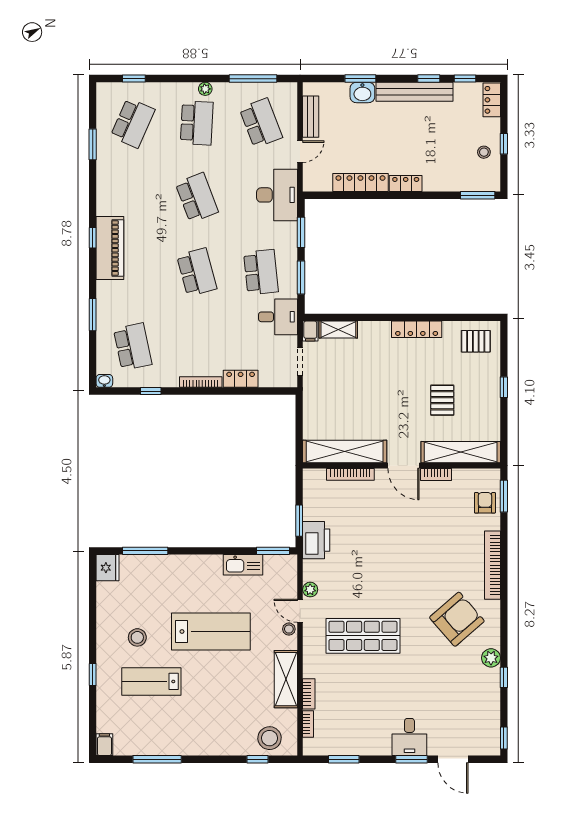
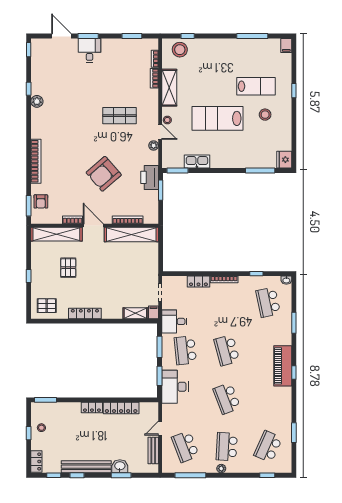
desk: (277, 195) -> (175, 387), moved
armchair: (457, 619) -> (104, 174), moved
shop shelf: (363, 636) -> (119, 116), width x0.70, depth x0.74

